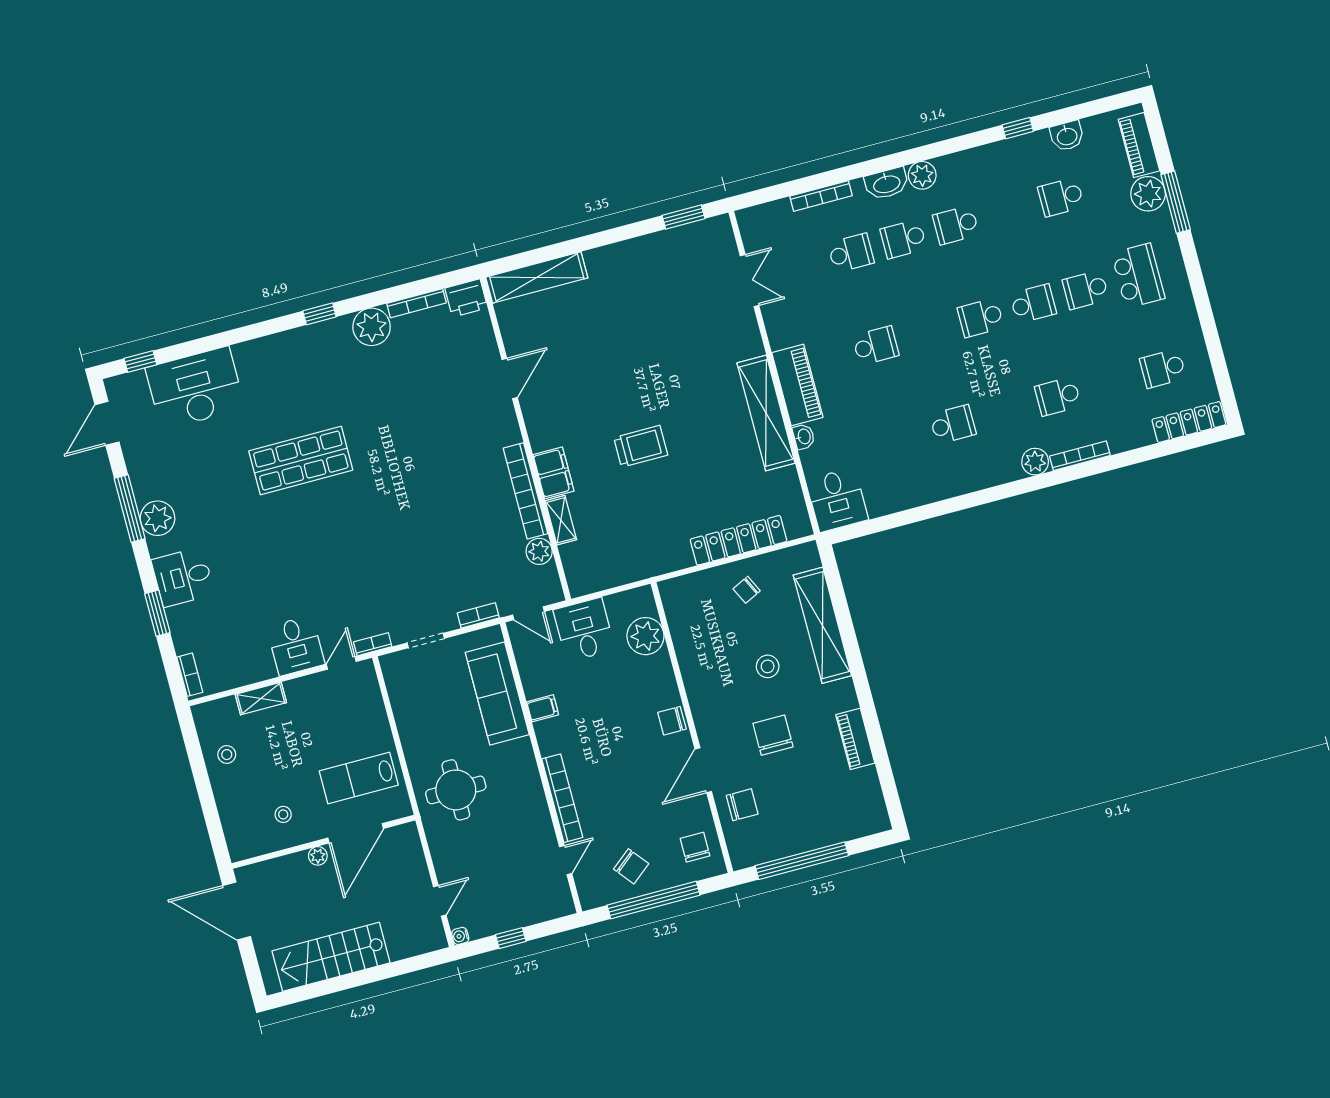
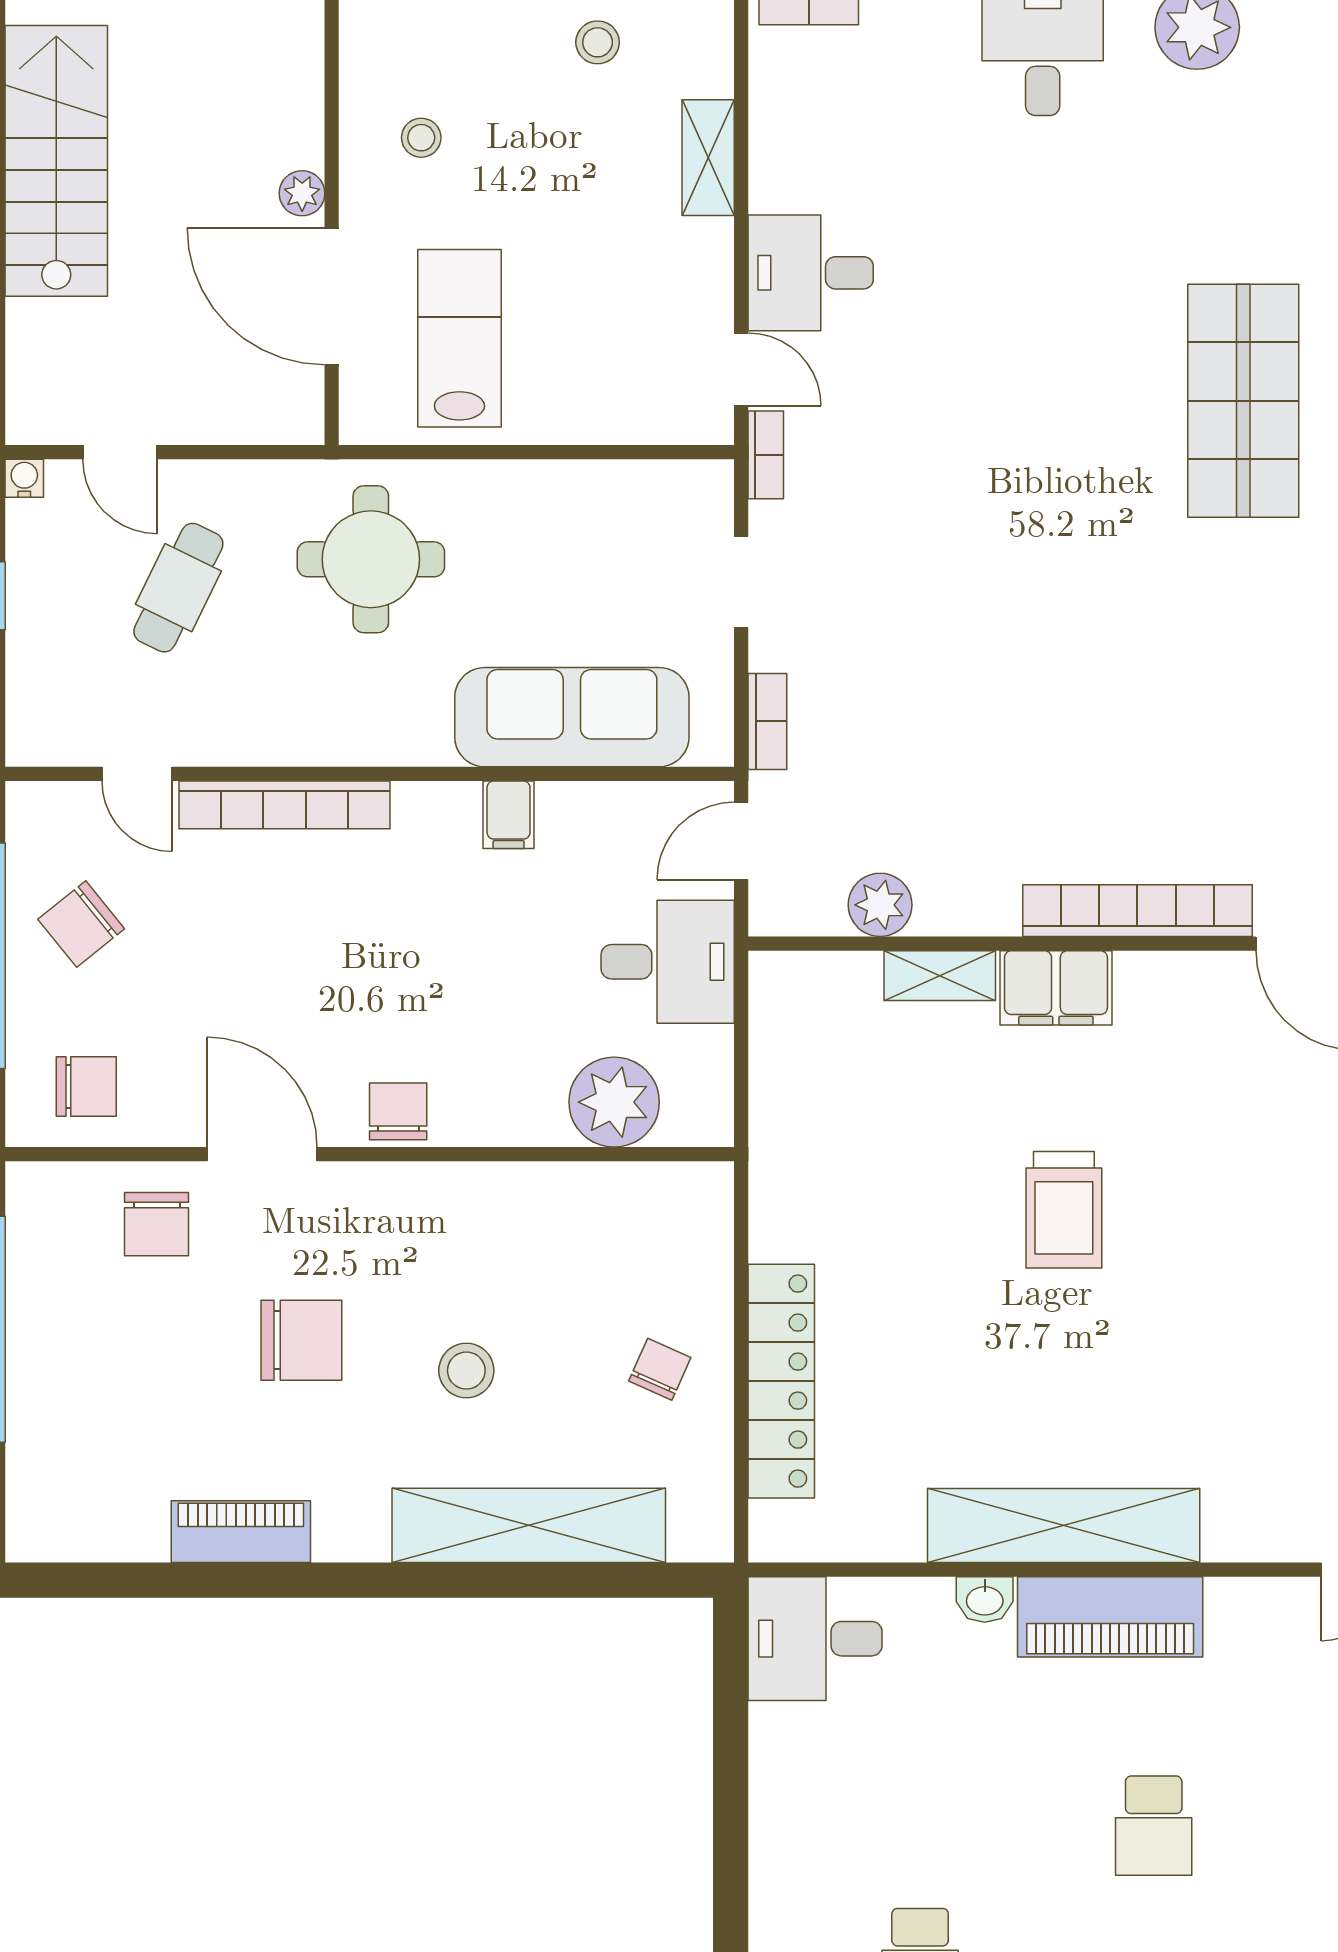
bookcase: (525, 491) -> (1137, 911), moved
chair: (747, 590) -> (660, 1369), turned 50
cafe table: (487, 863) -> (178, 588), added

